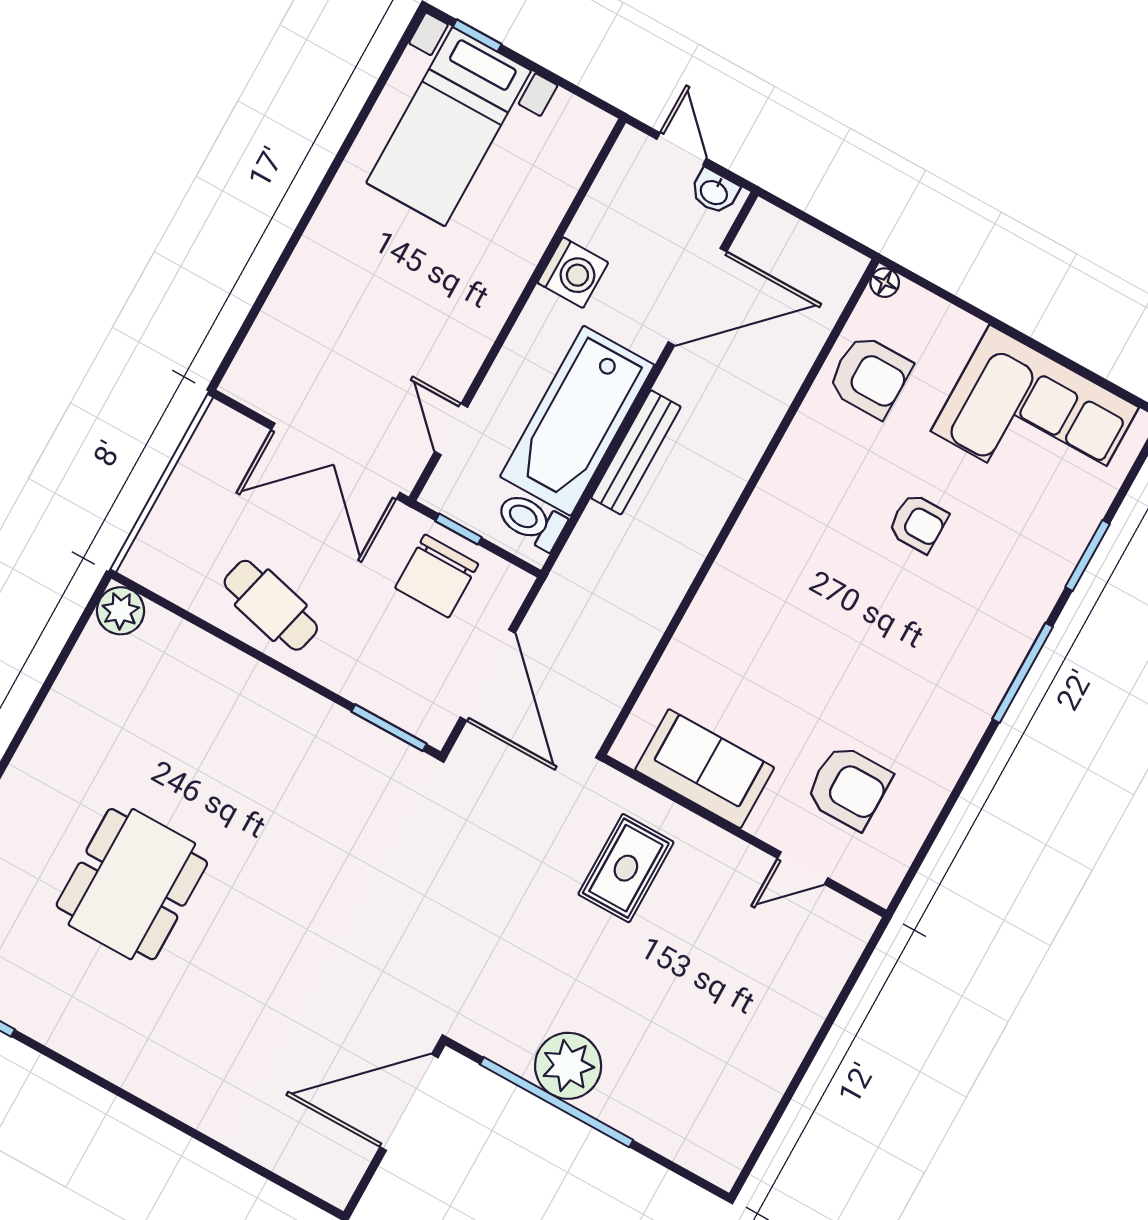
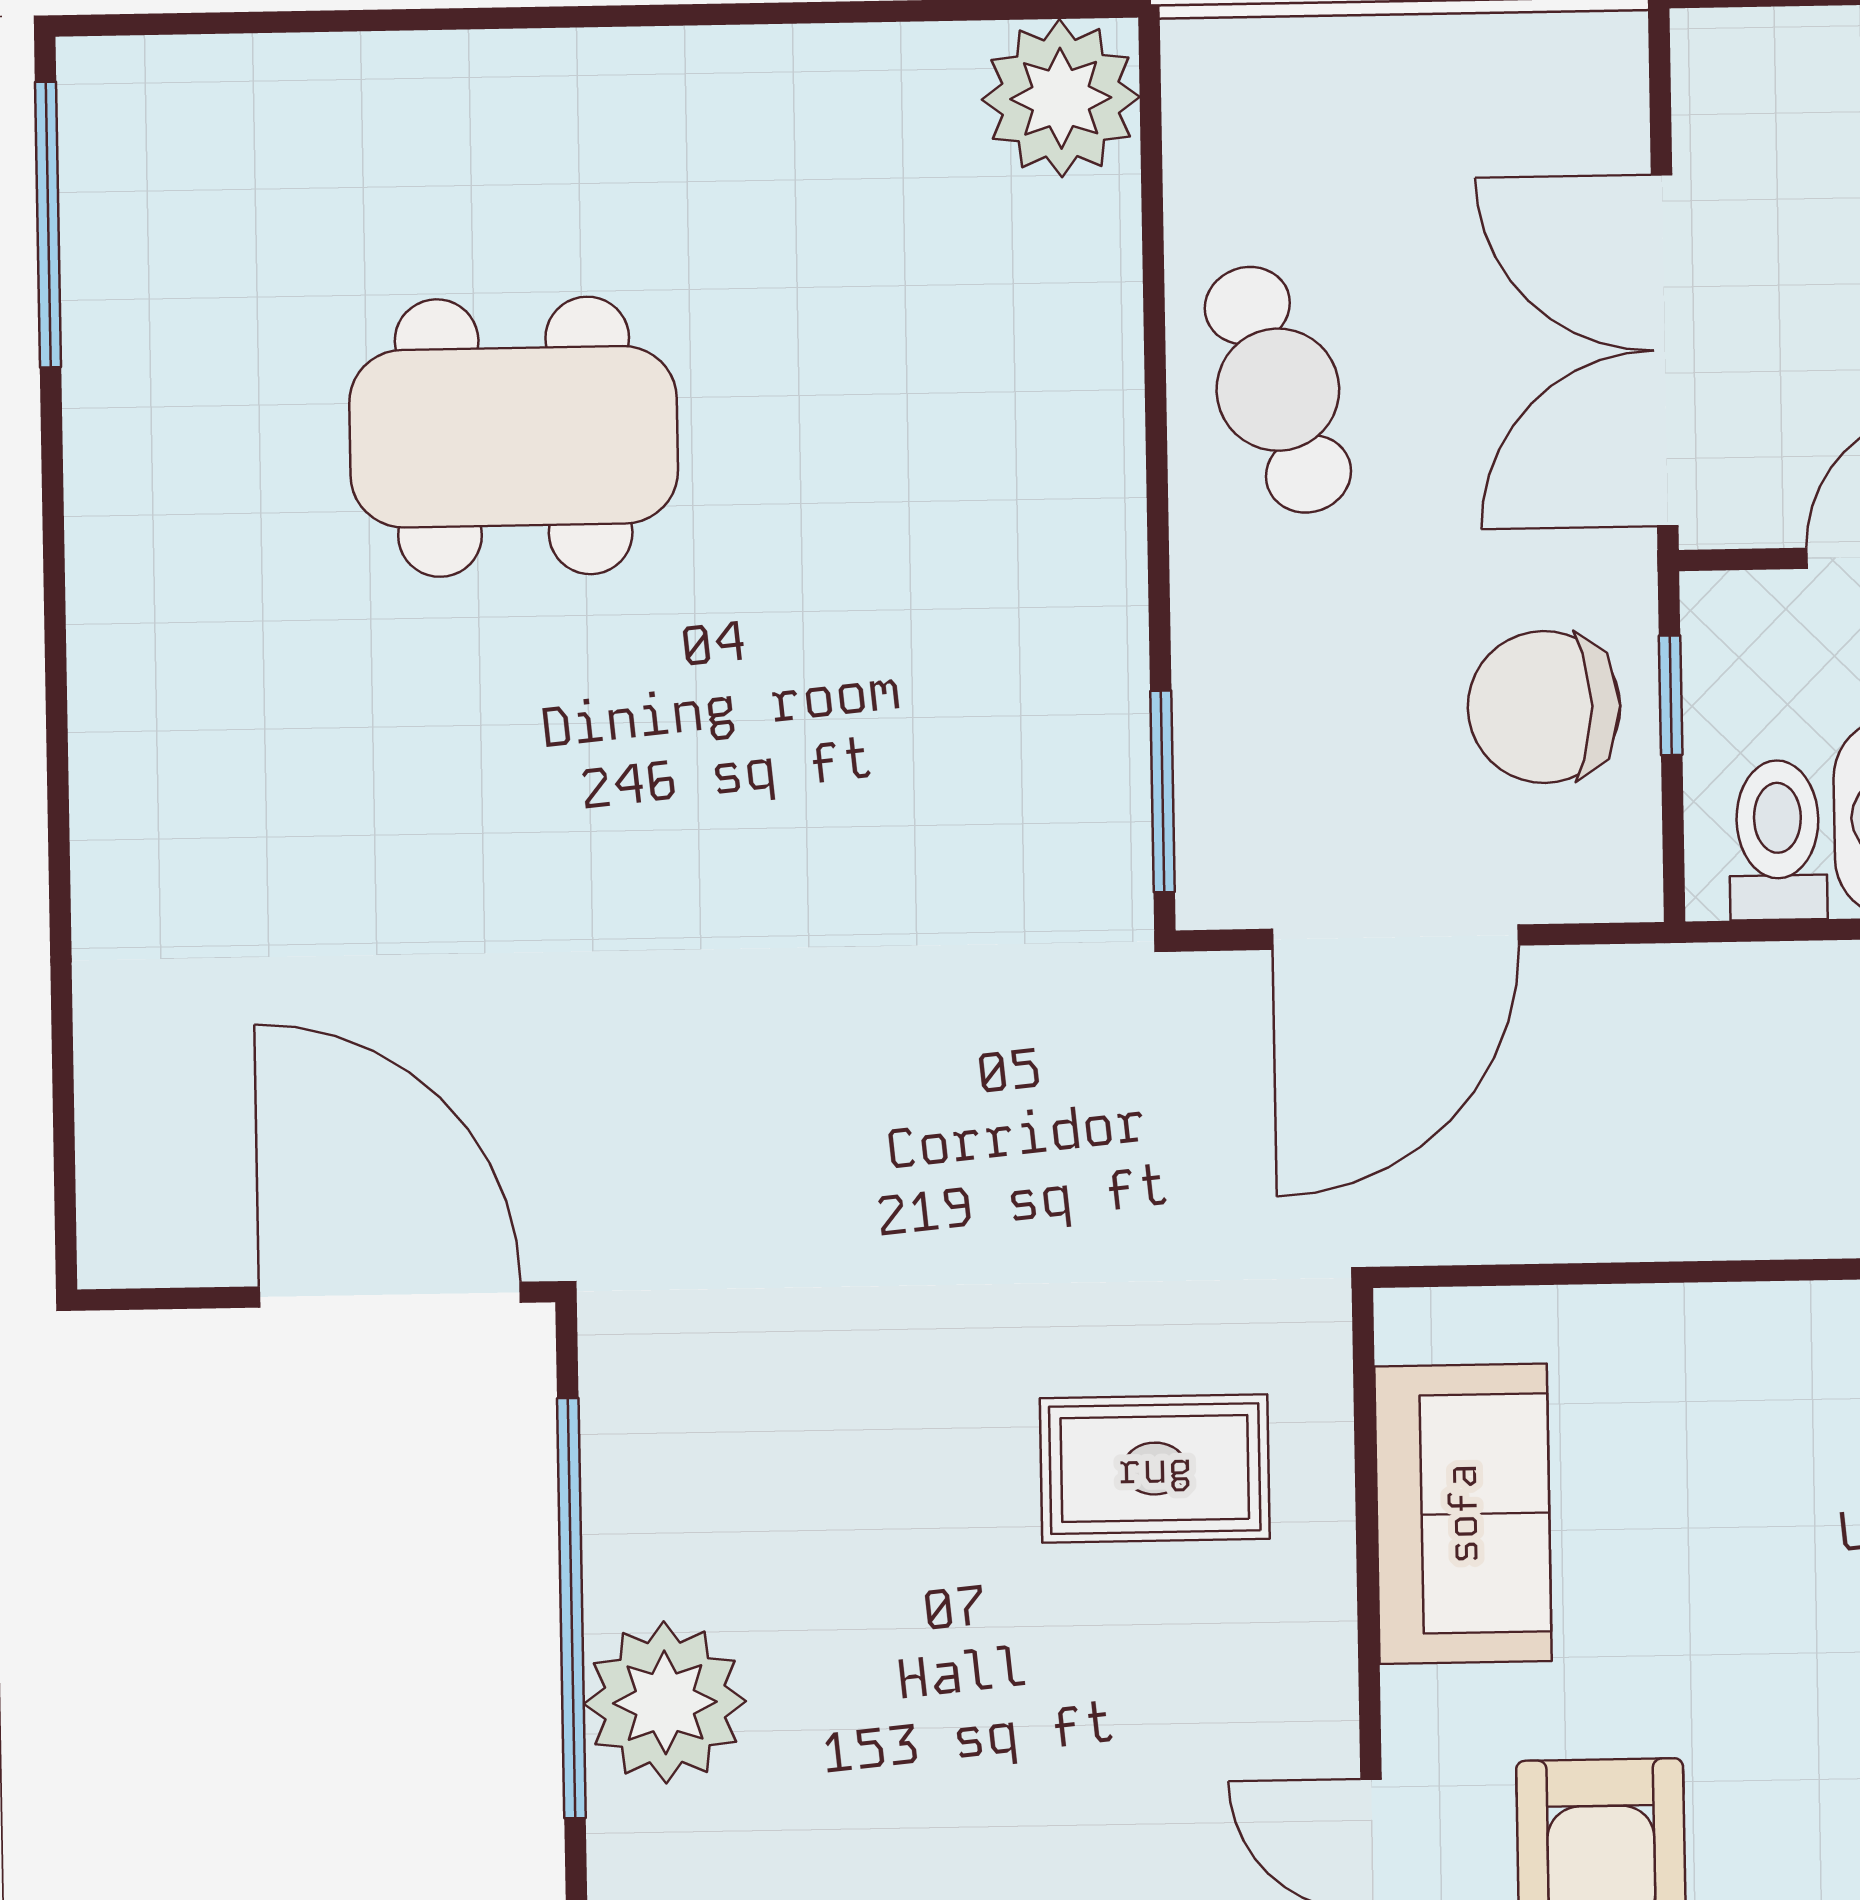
cafe table: (271, 605) -> (1278, 390), turned -33
plant: (121, 611) -> (1061, 98), width x1.36, depth x1.36
plant: (568, 1066) -> (665, 1702), moved

